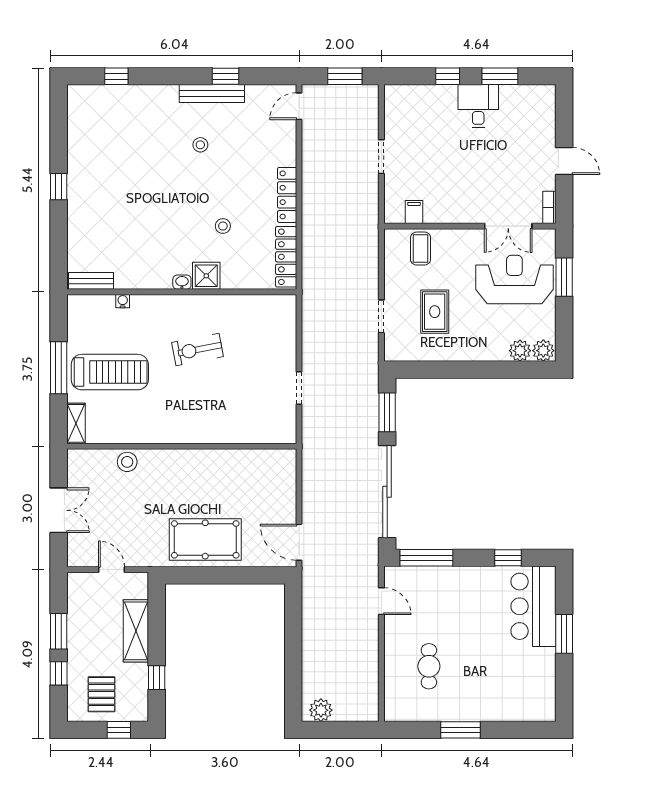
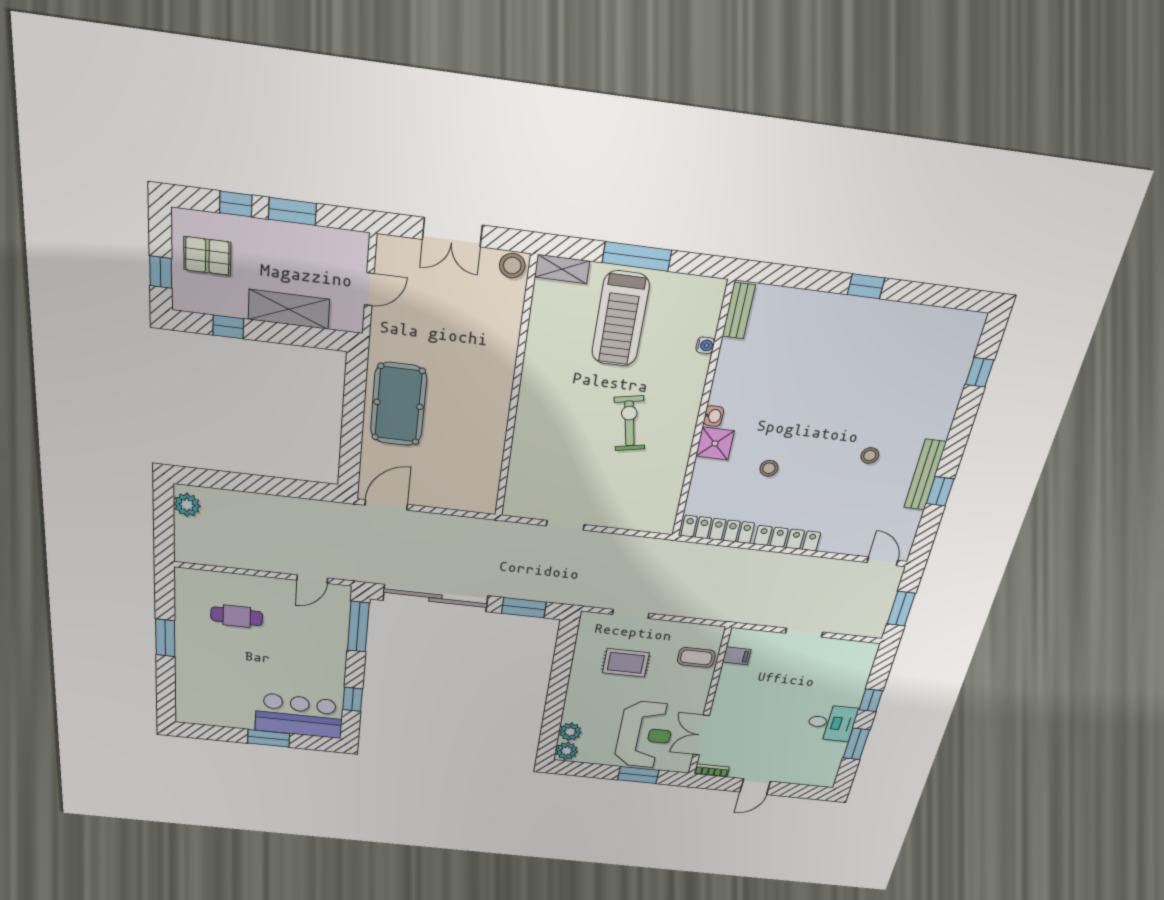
stool: (127, 462) -> (512, 266), moved

